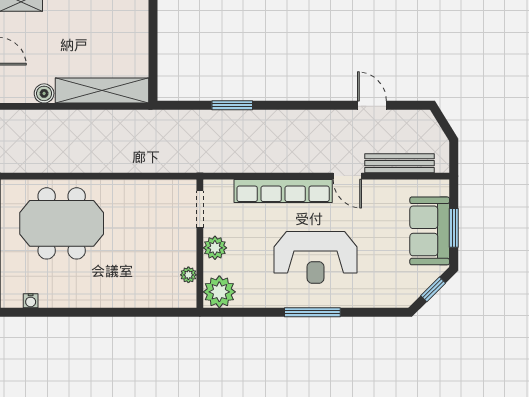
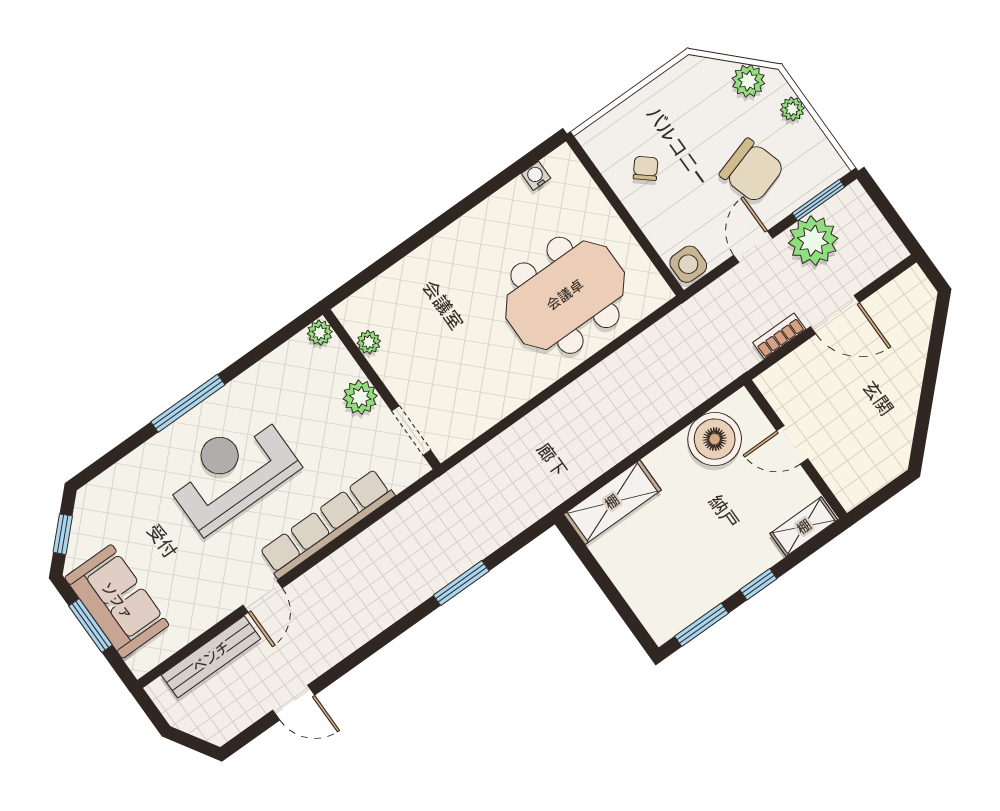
shelving: (102, 90) -> (612, 502), width x0.68
boiler: (44, 93) -> (715, 439), width x1.86, depth x1.86
door: (347, 176) -> (263, 597), swing flipped
plant: (219, 292) -> (320, 333), width x0.53, depth x0.53

